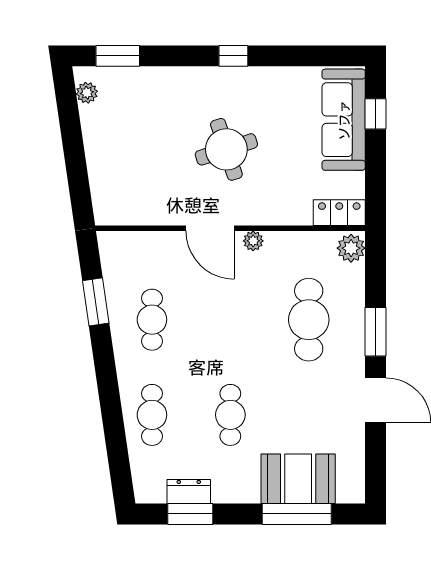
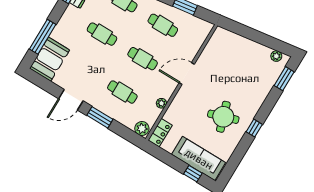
round table: (226, 149) -> (223, 117), moved
plant: (253, 241) -> (161, 103), moved
cafe table: (230, 320) -> (143, 59), added
cafe table: (309, 320) -> (122, 92), width x0.73, depth x0.74
booth: (298, 479) -> (50, 59), moved

